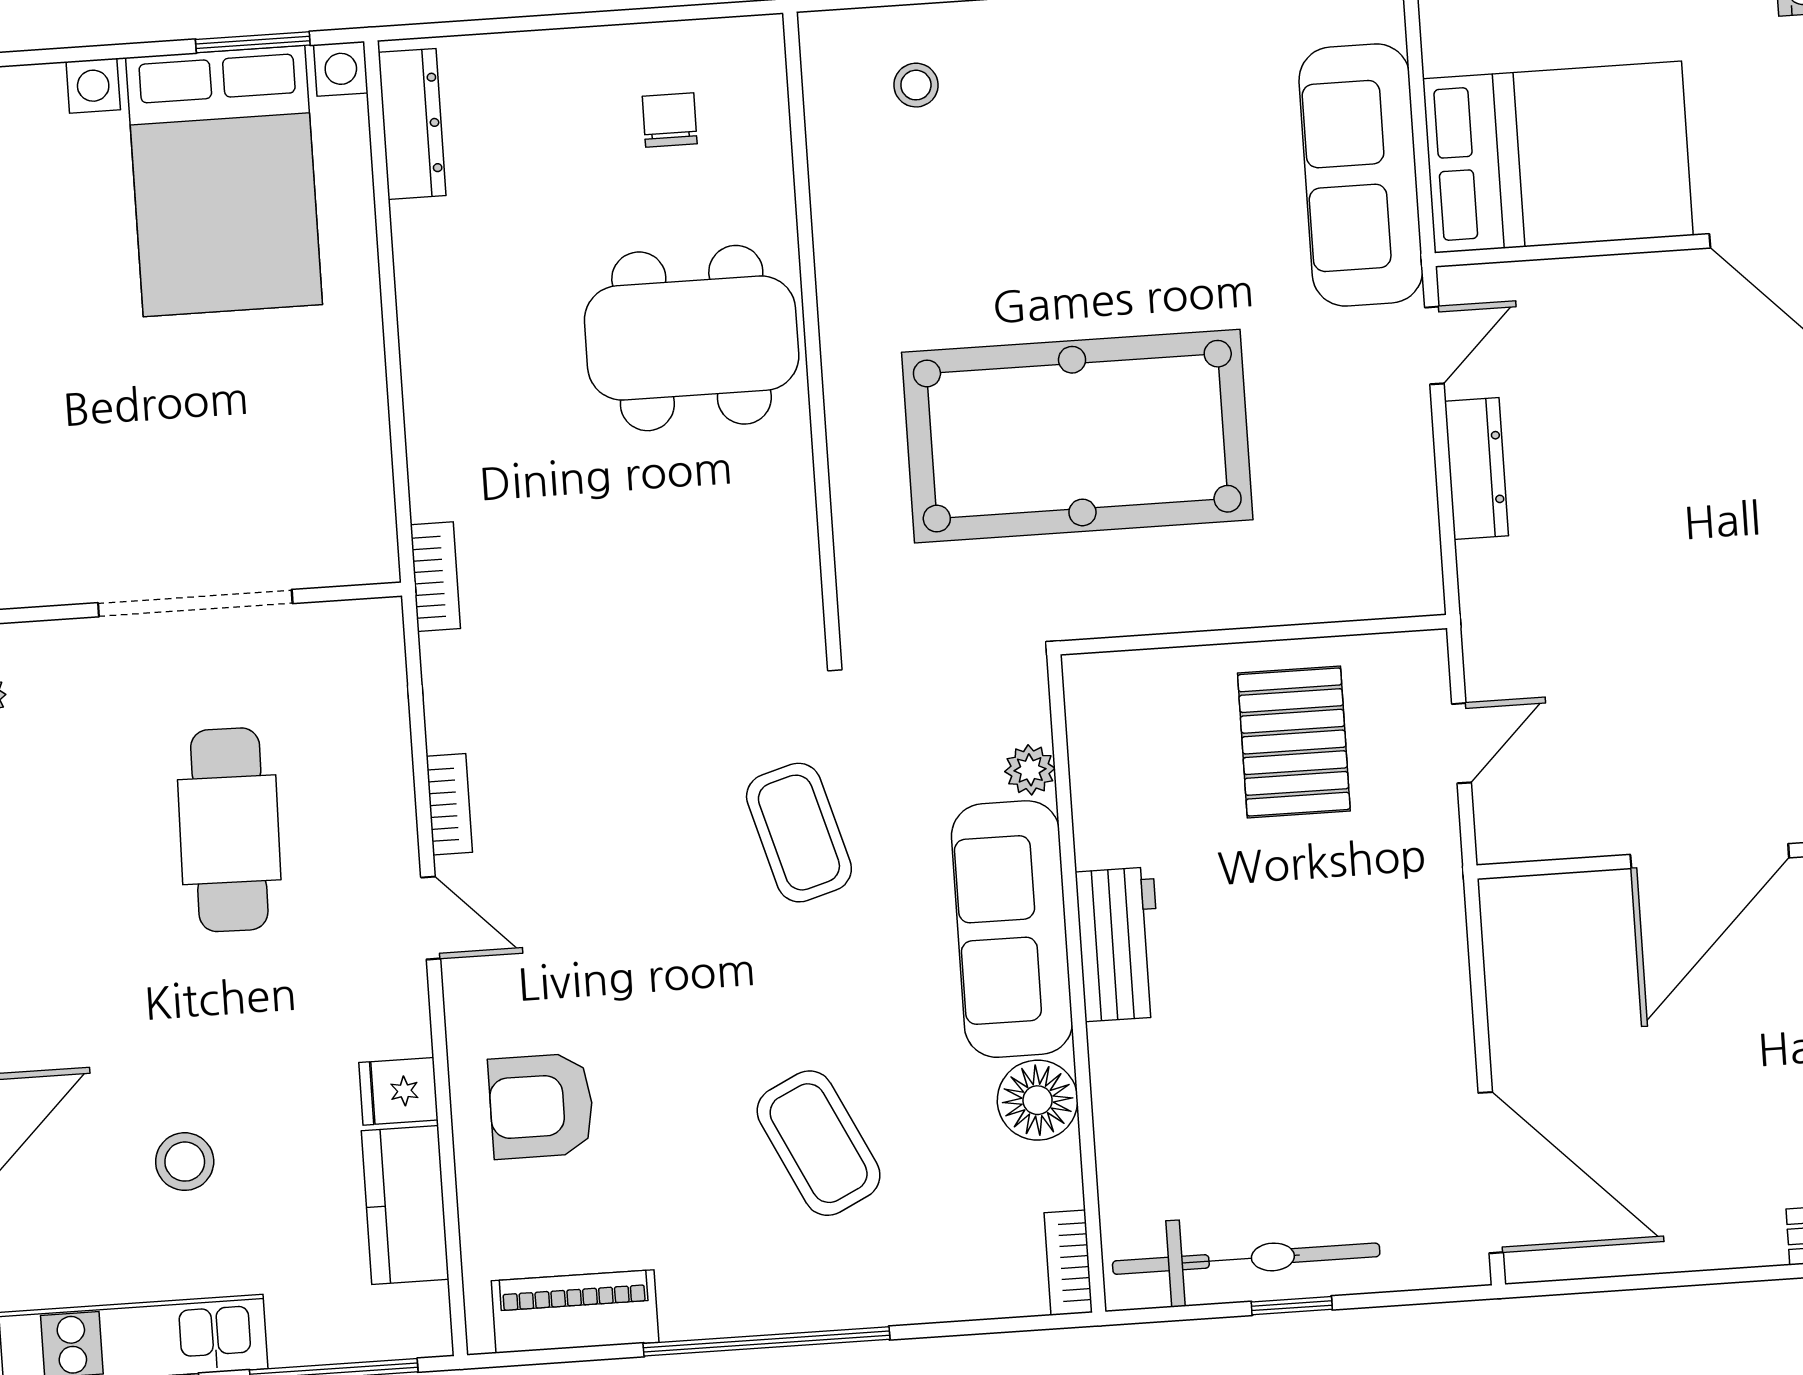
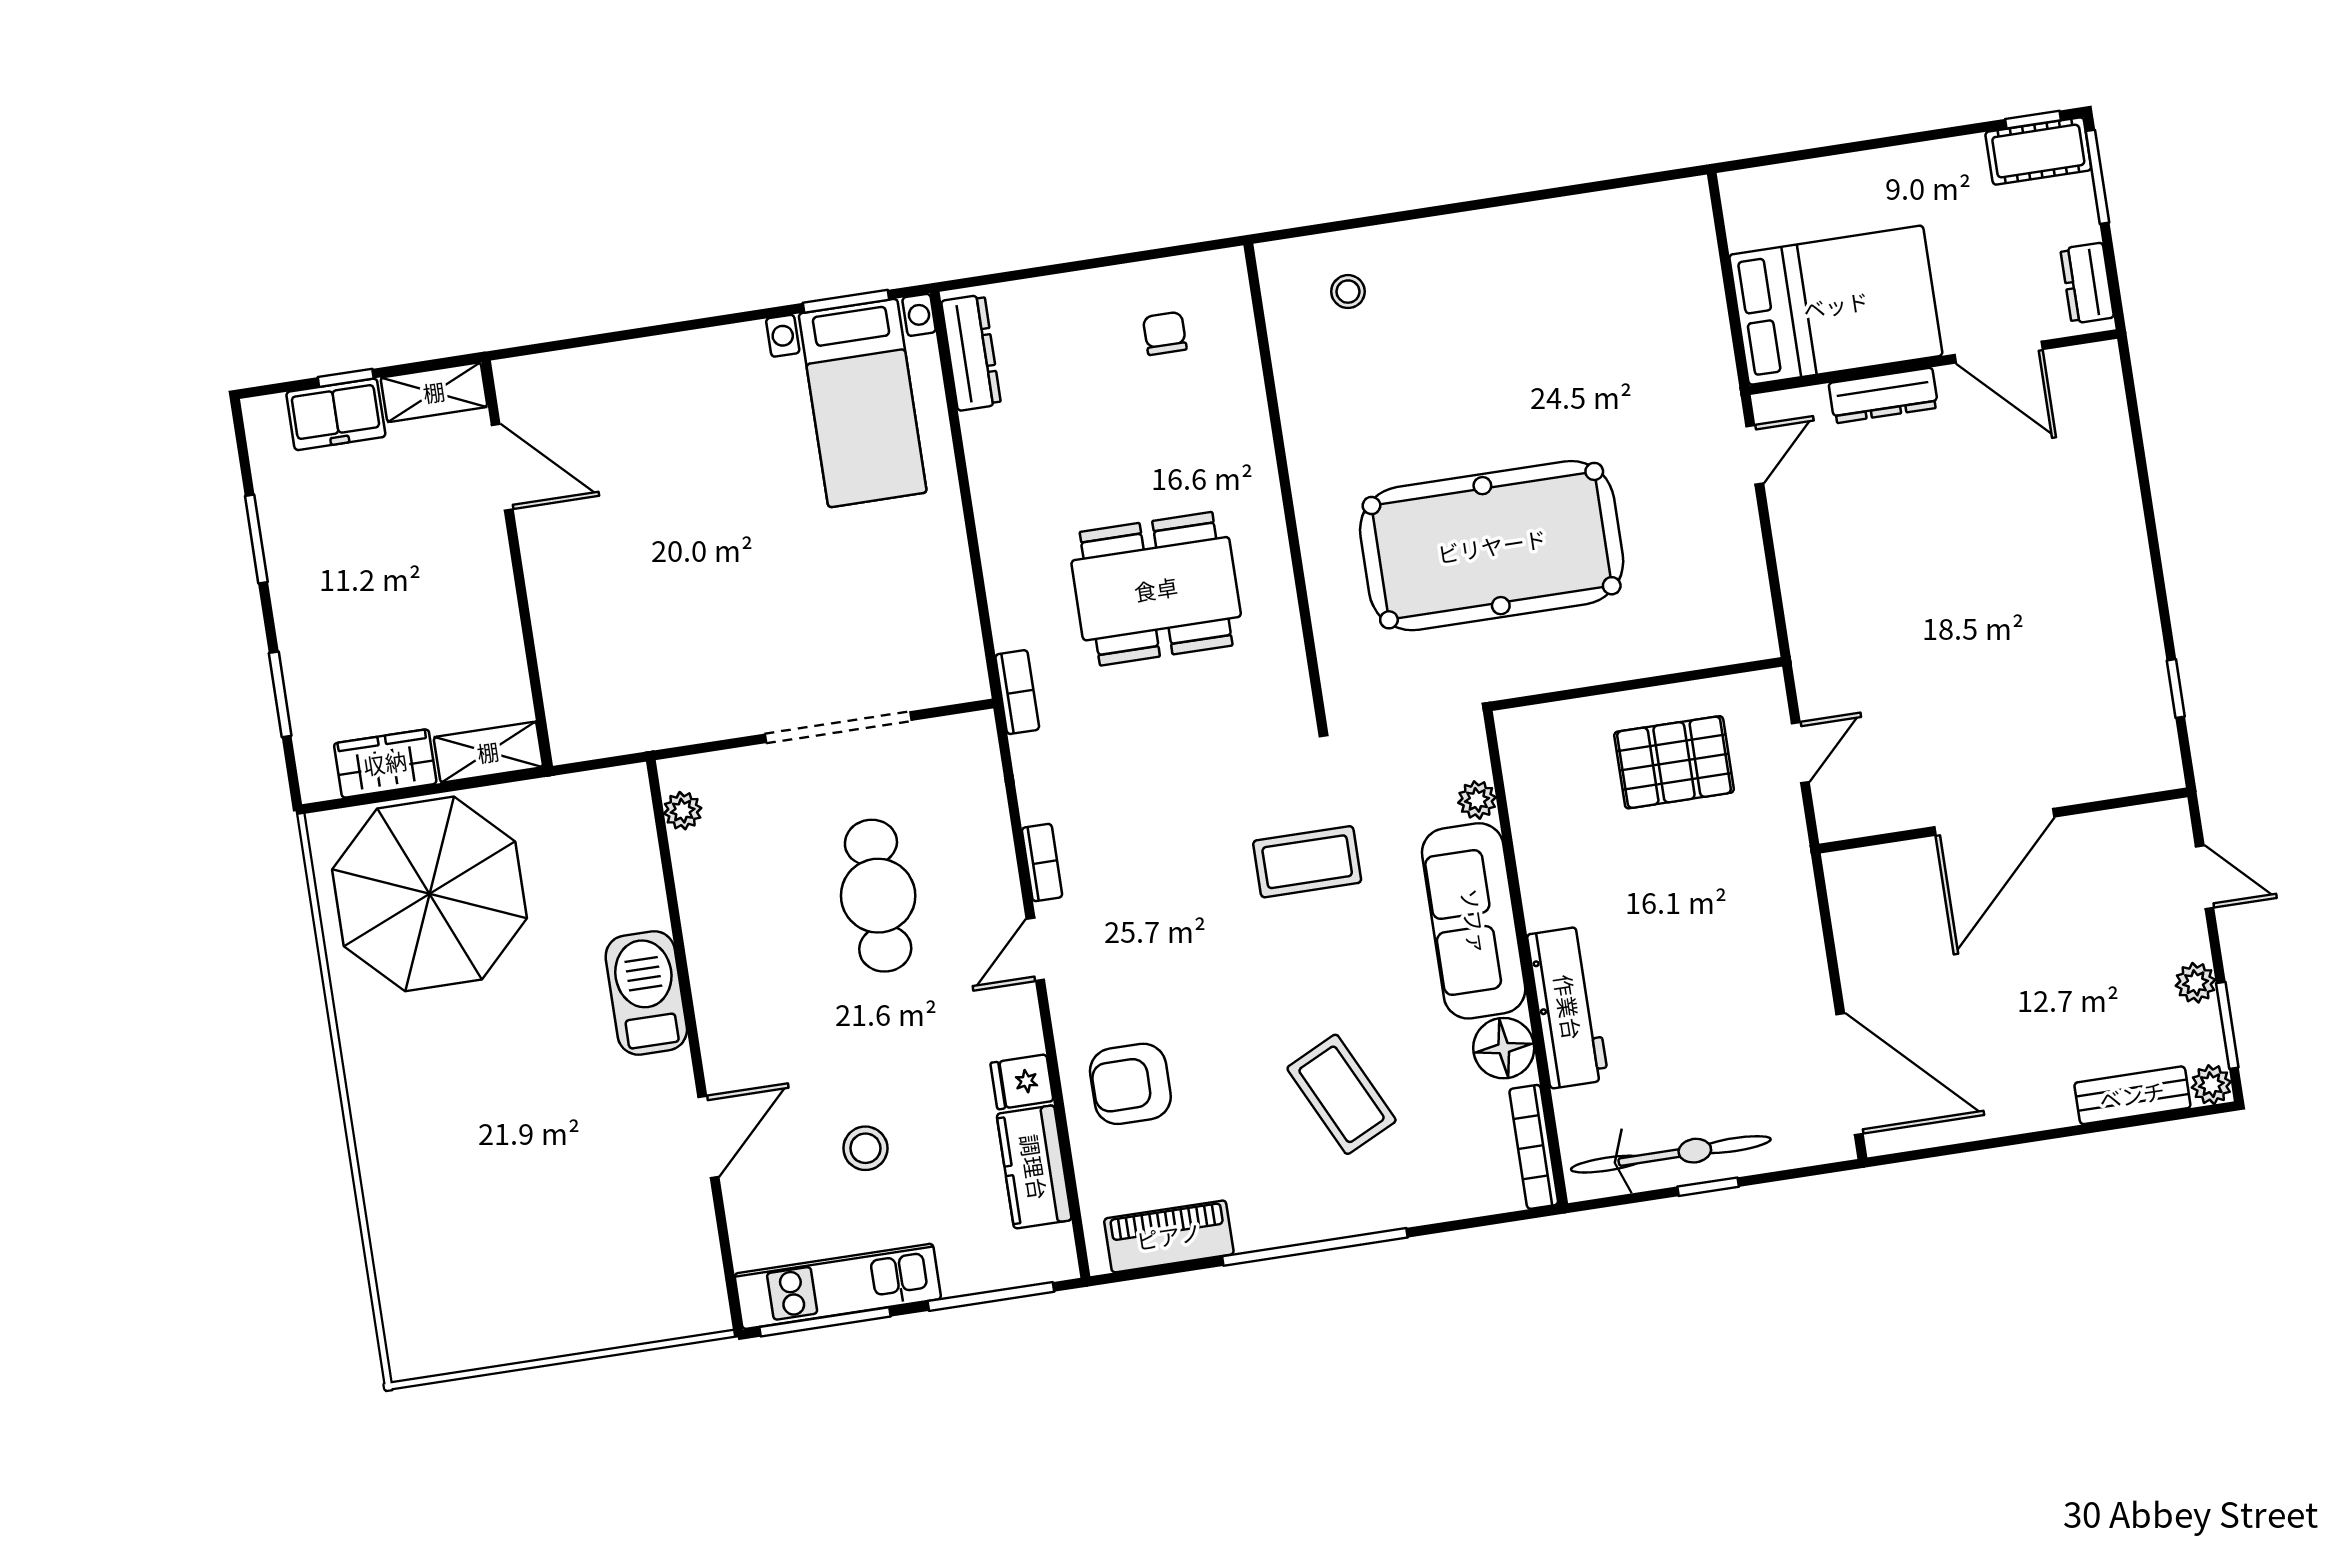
sofa: (1361, 175) -> (1689, 331), removed
bed with nightstands: (224, 181) -> (863, 403), width x0.73
dining table: (692, 338) -> (1156, 589), moved
dresser: (1476, 469) -> (1883, 395), moved, turned 90
pallet: (1294, 742) -> (1674, 762), turned 90
coffee table: (799, 833) -> (1307, 862), turned -74
door: (431, 918) -> (1035, 949), swing flipped
workbench: (1119, 944) -> (1568, 1007), moved, width x1.38
bookcase: (1068, 1263) -> (1534, 1147), width x1.56

